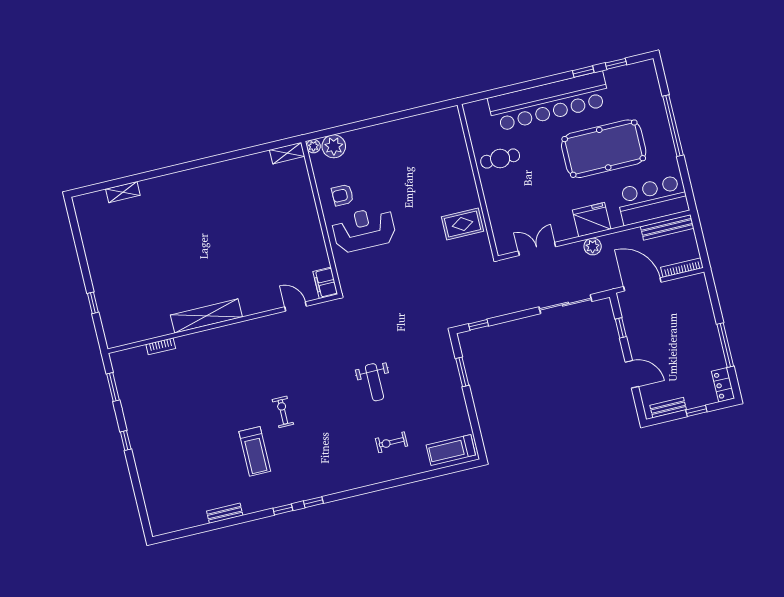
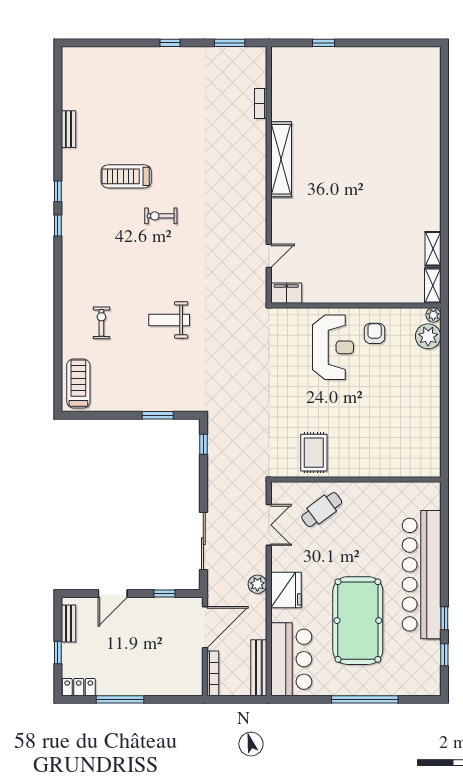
cafe table: (500, 159) -> (322, 510), moved, turned 53
shelving: (123, 192) -> (433, 249), moved
exercise bike: (283, 412) -> (161, 216), turned 180

